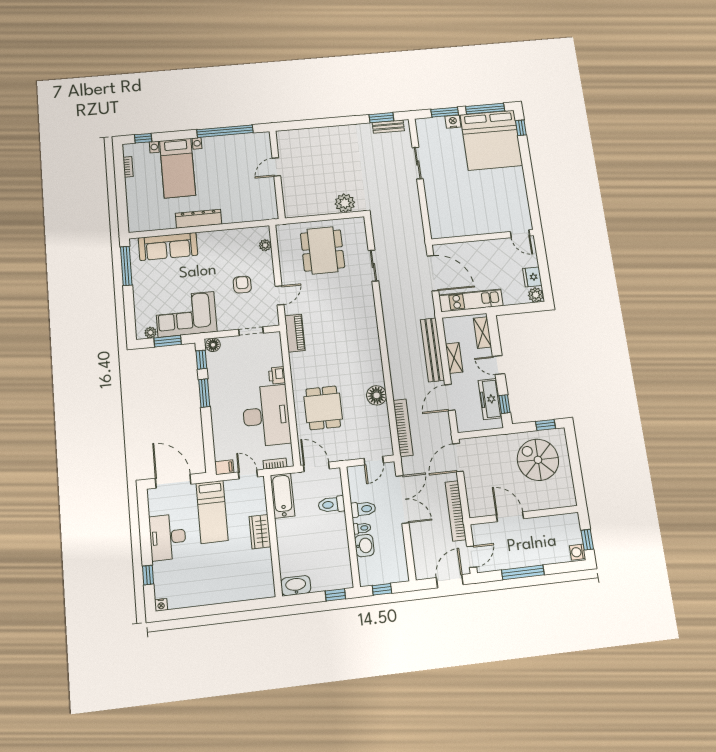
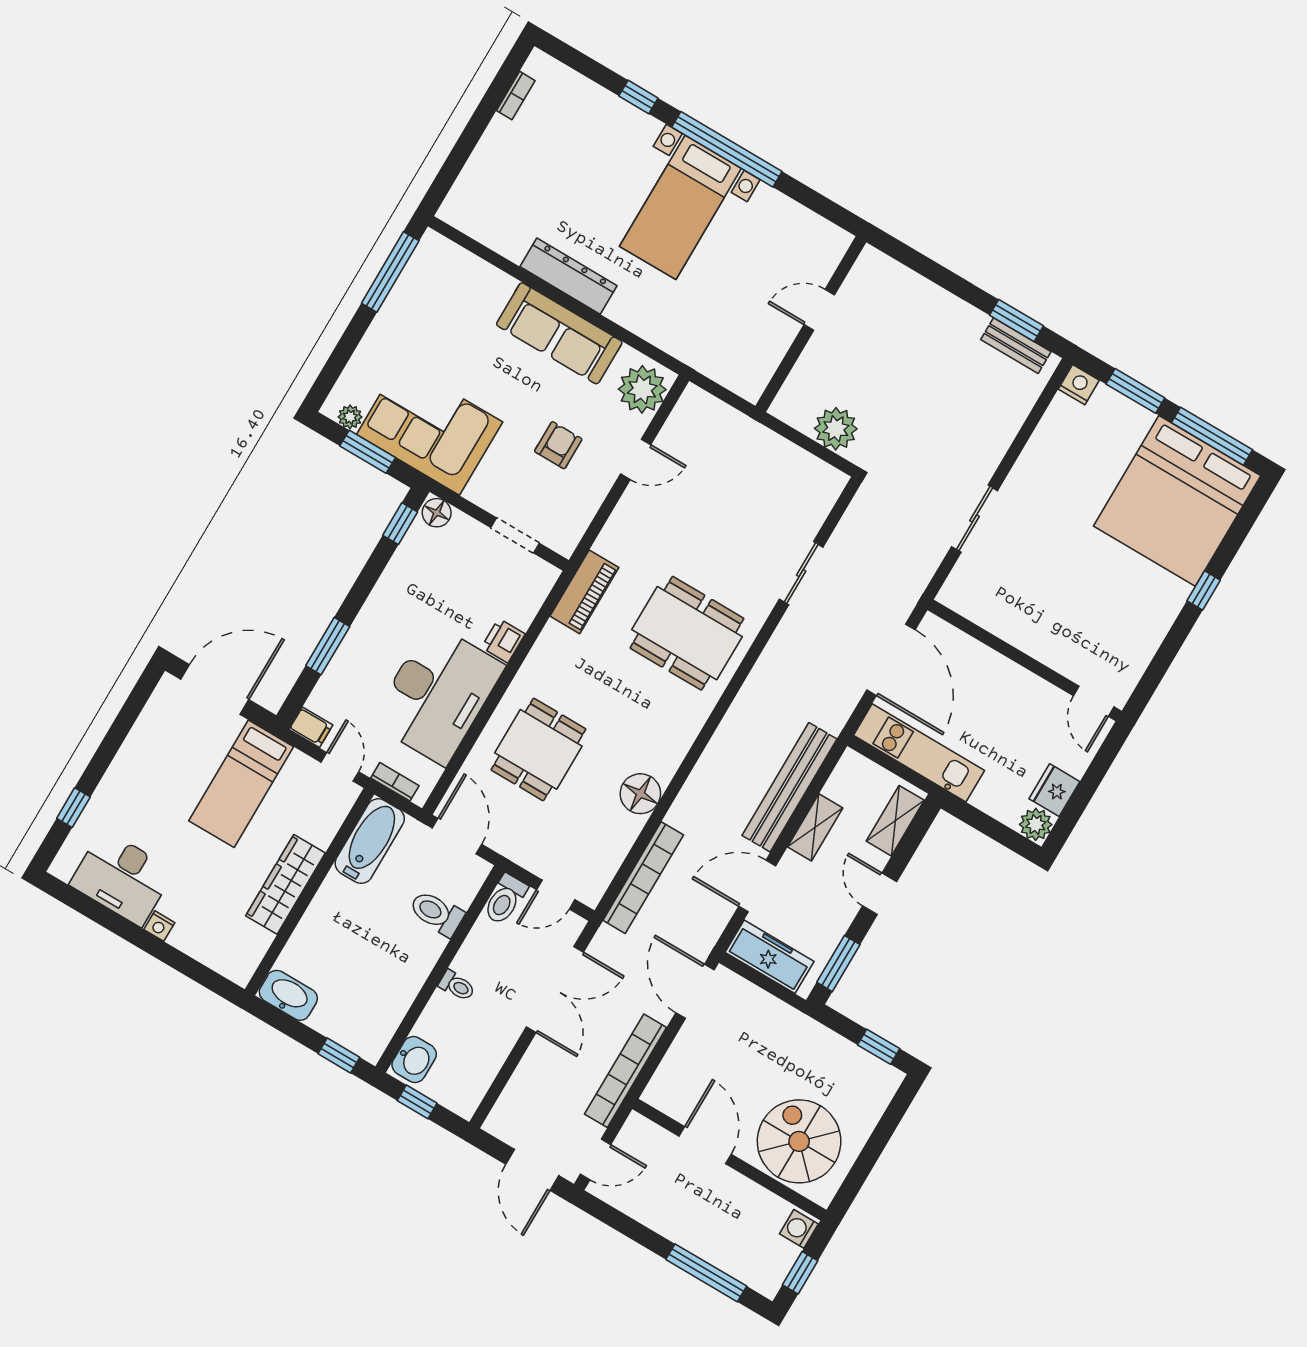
nightstand: (453, 122) -> (1079, 385), moved
window: (521, 128) -> (1204, 590), moved
window: (143, 138) -> (638, 97), moved
sliding door: (418, 163) -> (975, 519), moved
door: (276, 167) -> (819, 310), moved
bed with nightstands: (178, 168) -> (680, 207), moved
wall: (277, 174) -> (811, 324), moved
plant: (265, 245) -> (642, 389), width x1.88, depth x1.88
sofa: (168, 246) -> (559, 333), moved
dining table: (323, 250) -> (687, 633), moved, turned 90
door: (279, 295) -> (636, 459), moved
window: (204, 393) -> (328, 646), moved
freezer: (490, 399) -> (770, 957), moved, turned 90
window: (504, 404) -> (838, 963), width x1.50
door: (458, 458) -> (695, 991), hinge flipped
spiral stairs: (538, 460) -> (799, 1141), moved
door: (173, 481) -> (215, 689), hinge flipped
toilet: (363, 509) -> (505, 899), moved, turned 90
wardrobe: (260, 532) -> (285, 884), width x1.50
desk: (168, 537) -> (122, 878), moved, turned -90
washbasin: (364, 546) -> (414, 1060), moved
washing machine: (577, 552) -> (799, 1229), moved
window: (523, 572) -> (706, 1273), moved
door: (450, 581) -> (532, 1170), swing flipped
nightstand: (161, 605) -> (159, 926), moved

